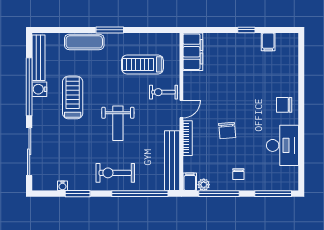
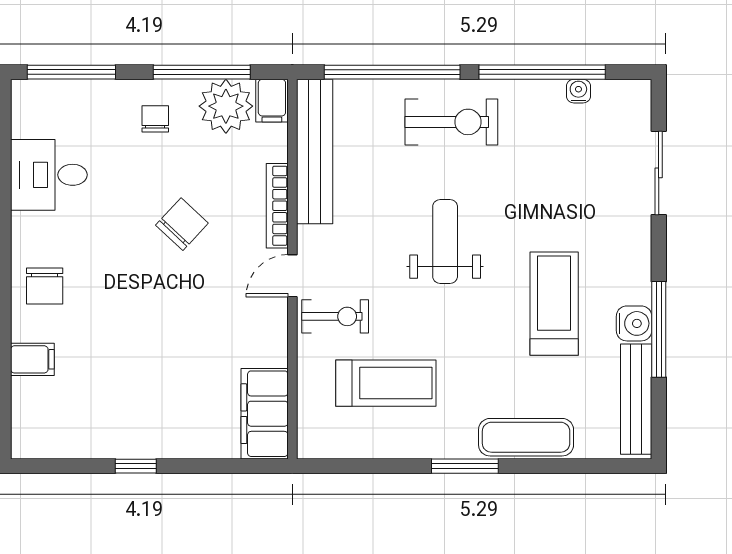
filing cabinet: (268, 42) -> (32, 359), moved, turned 90
window: (29, 87) -> (659, 329), width x0.68
treadmill: (73, 97) -> (554, 304), turned 180
chair: (284, 105) -> (45, 286), turned 90
chair: (227, 130) -> (182, 224), turned 48
desk: (282, 145) -> (49, 175), width x0.73
sliding door: (29, 152) -> (659, 173), width x0.73
plant: (204, 185) -> (226, 106), width x1.87, depth x1.87
window: (78, 194) -> (542, 72), width x2.11

